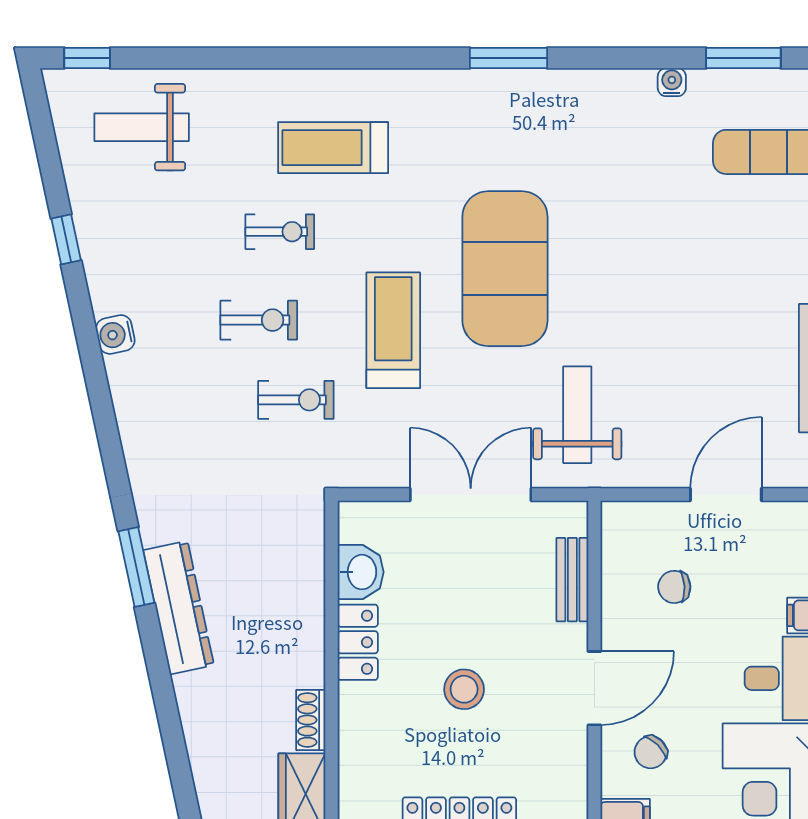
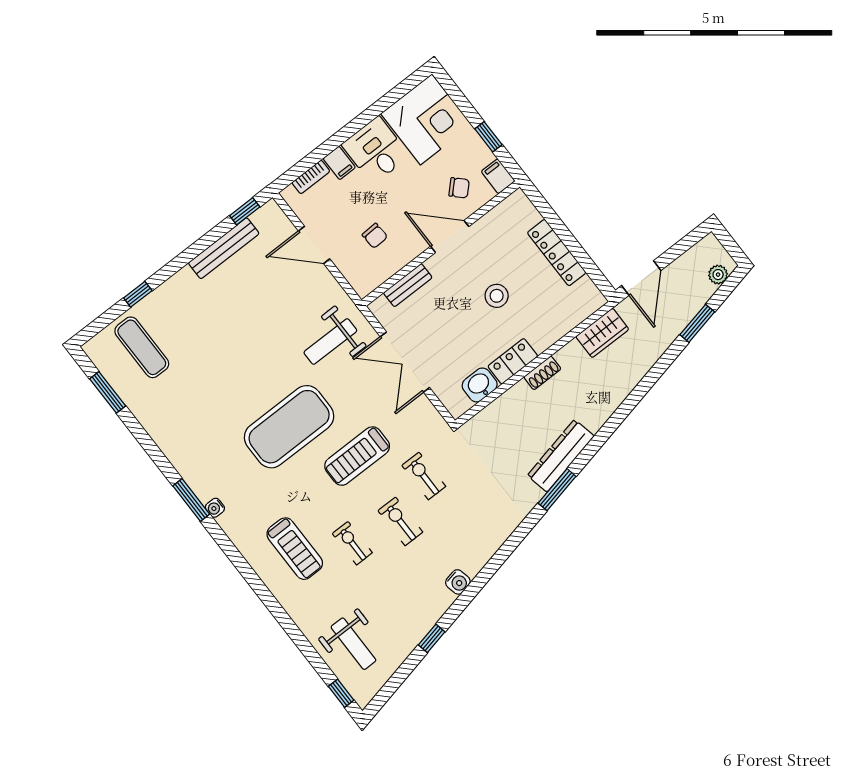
water cooler: (672, 82) -> (215, 508), moved
shoe rack: (311, 720) -> (542, 373), moved

